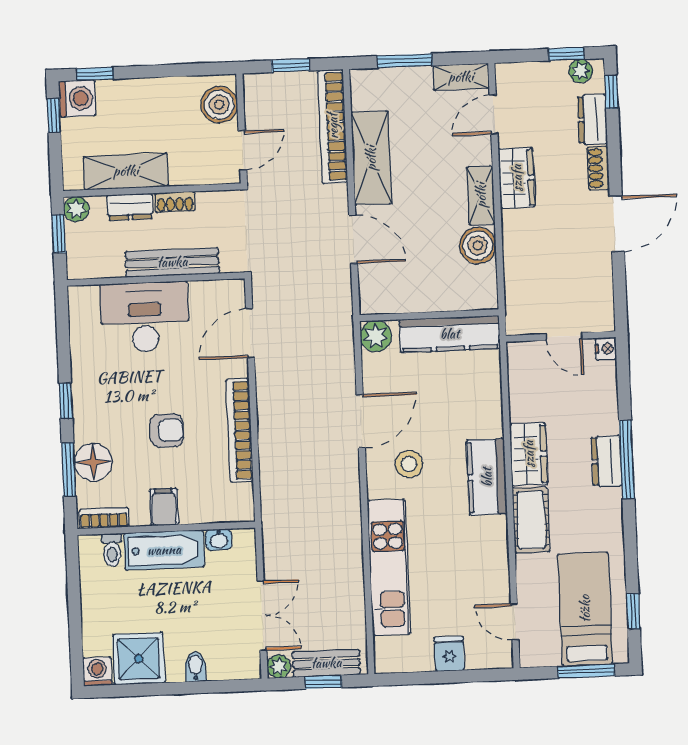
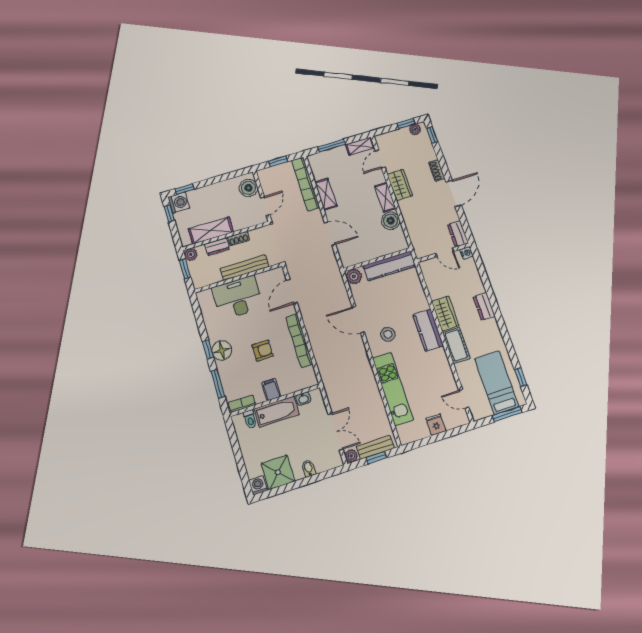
dresser: (593, 119) -> (458, 234), moved
shelving: (371, 158) -> (326, 194), width x0.67, depth x0.75
door: (361, 421) -> (358, 320), swing flipped
window: (627, 459) -> (494, 303), removed
floor lamp: (93, 462) -> (222, 350), moved

